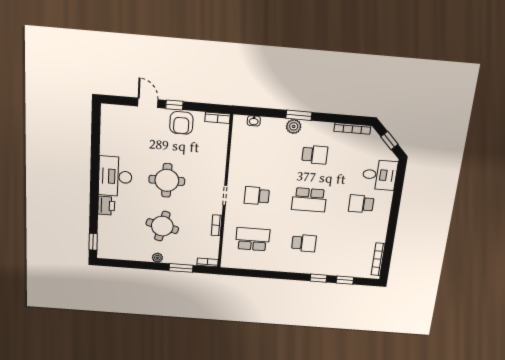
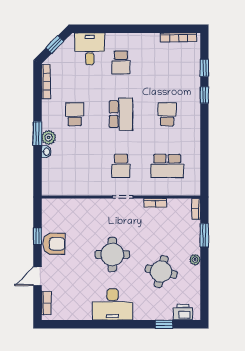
window: (174, 105) -> (37, 236), moved
bookcase: (218, 118) -> (46, 303), moved
washbasin: (254, 121) -> (46, 152), moved
printer: (106, 206) -> (183, 312), moved
round table: (162, 226) -> (161, 272), moved
school desk: (253, 239) -> (167, 166), turned -90
window: (93, 242) -> (164, 324), moved

